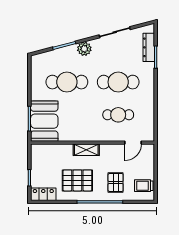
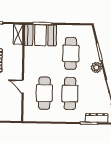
cafe table: (118, 115) -> (44, 93), width x1.37, depth x1.35
door: (133, 143) -> (23, 87), moved
shelving: (86, 150) -> (18, 34), moved

